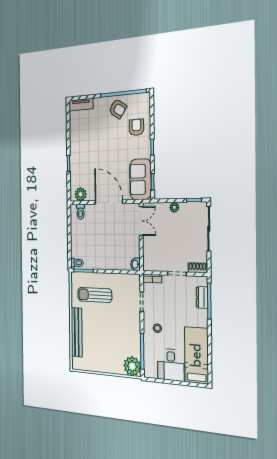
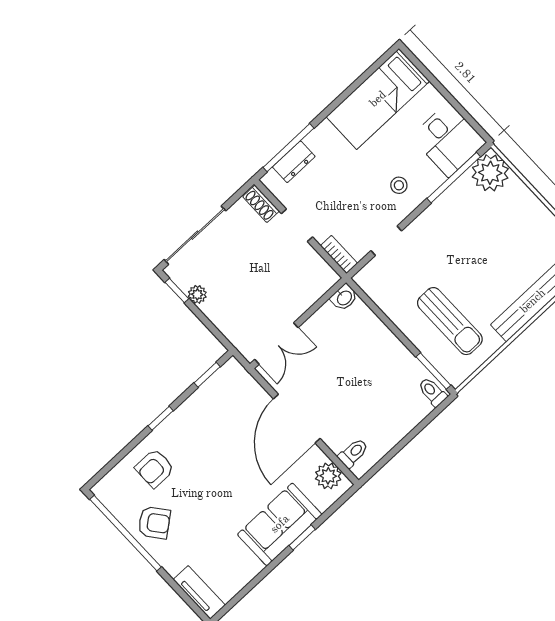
armchair: (118, 109) -> (154, 523), turned 108
sofa: (140, 179) -> (280, 524), moved, turned 180
plant: (174, 207) -> (197, 294), moved
double door: (141, 221) -> (276, 343), swing flipped
desk: (171, 365) -> (448, 140), moved, turned 90

